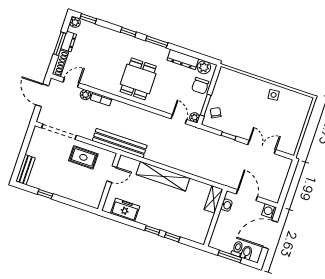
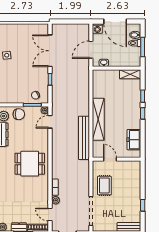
bench: (120, 143) -> (84, 138), moved
double door: (262, 147) -> (50, 51), width x1.37
shelving: (213, 199) -> (130, 74), moved

